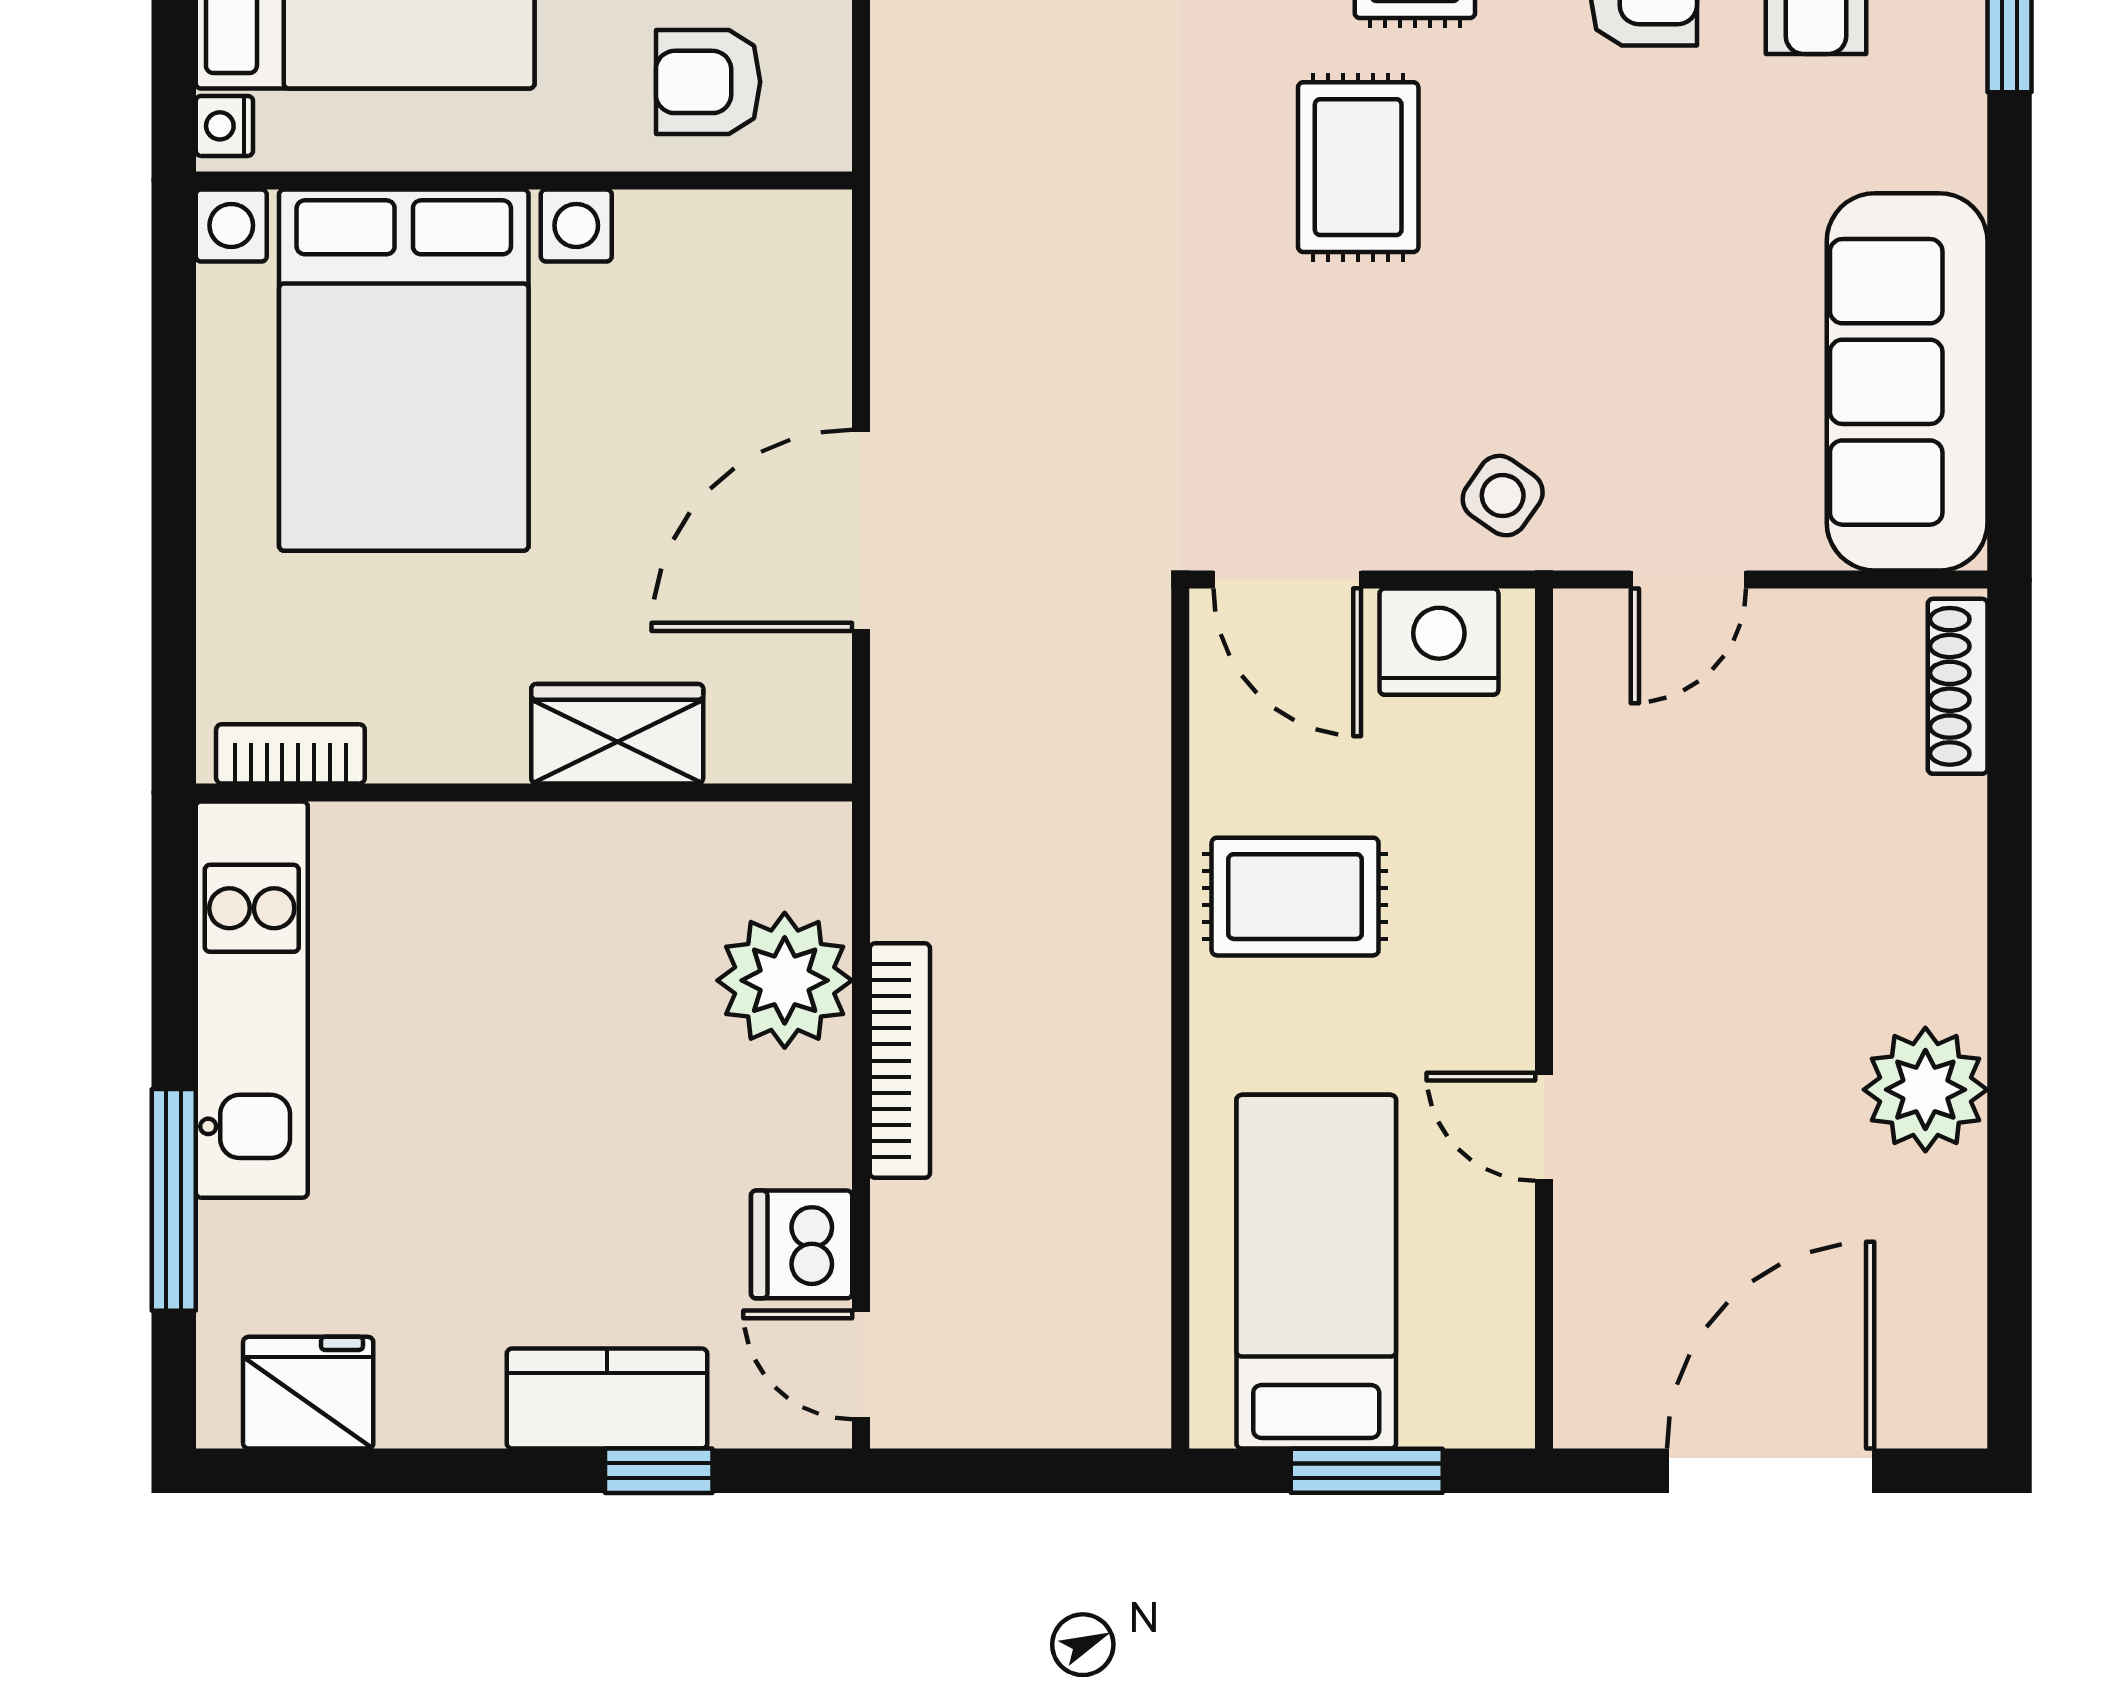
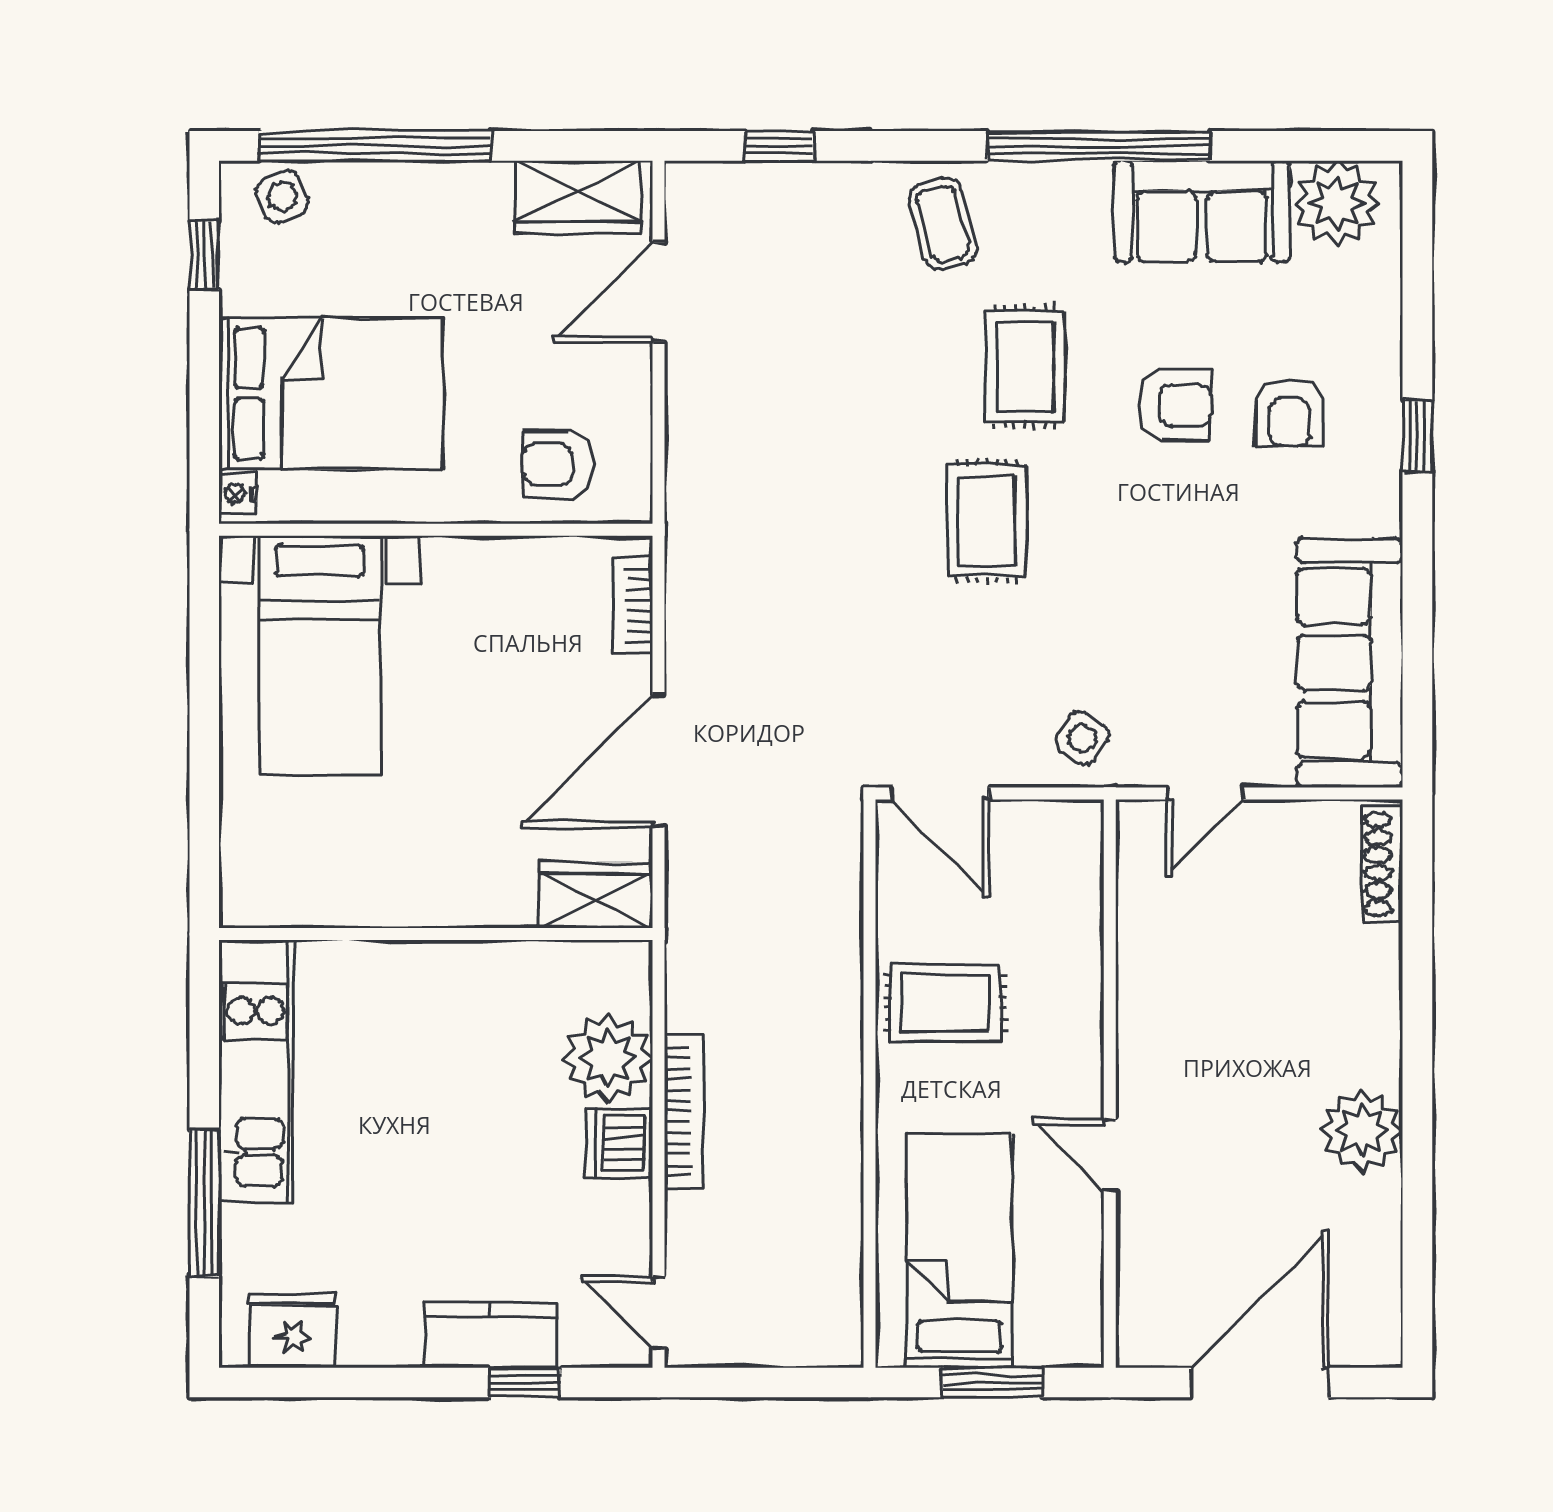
bed with nightstands: (404, 370) -> (320, 655), width x0.73
nightstand: (1439, 642) -> (1040, 835), removed
wardrobe: (617, 734) -> (596, 895), moved
bookcase: (290, 754) -> (633, 605), moved, turned -90
dishwasher: (802, 1244) -> (619, 1143), moved

